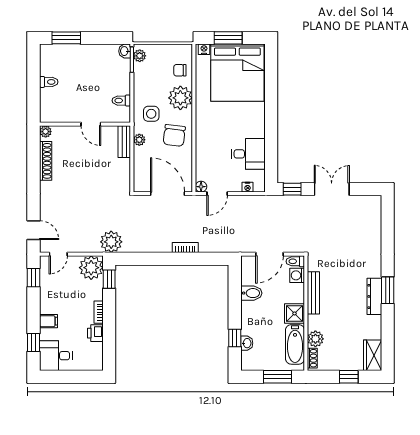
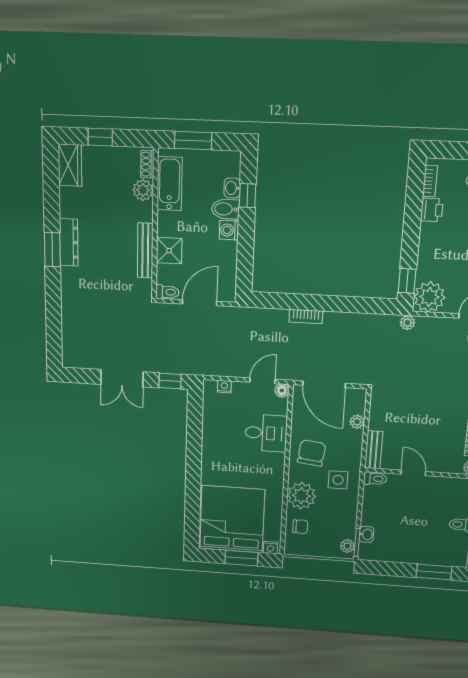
washbasin: (125, 51) -> (366, 534), moved
toilet: (121, 101) -> (375, 479), moved
plant: (139, 140) -> (357, 422), moved
desk: (248, 154) -> (266, 433), moved, turned 180
plant: (111, 242) -> (407, 323), width x0.53, depth x0.53
washing machine: (297, 275) -> (229, 230), moved, turned 180
bidet: (251, 293) -> (225, 209), moved
bookcase: (99, 312) -> (430, 181), moved
shower: (294, 313) -> (169, 251), moved

